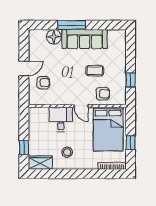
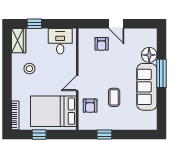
desk: (61, 120) -> (60, 41), moved, turned -90

